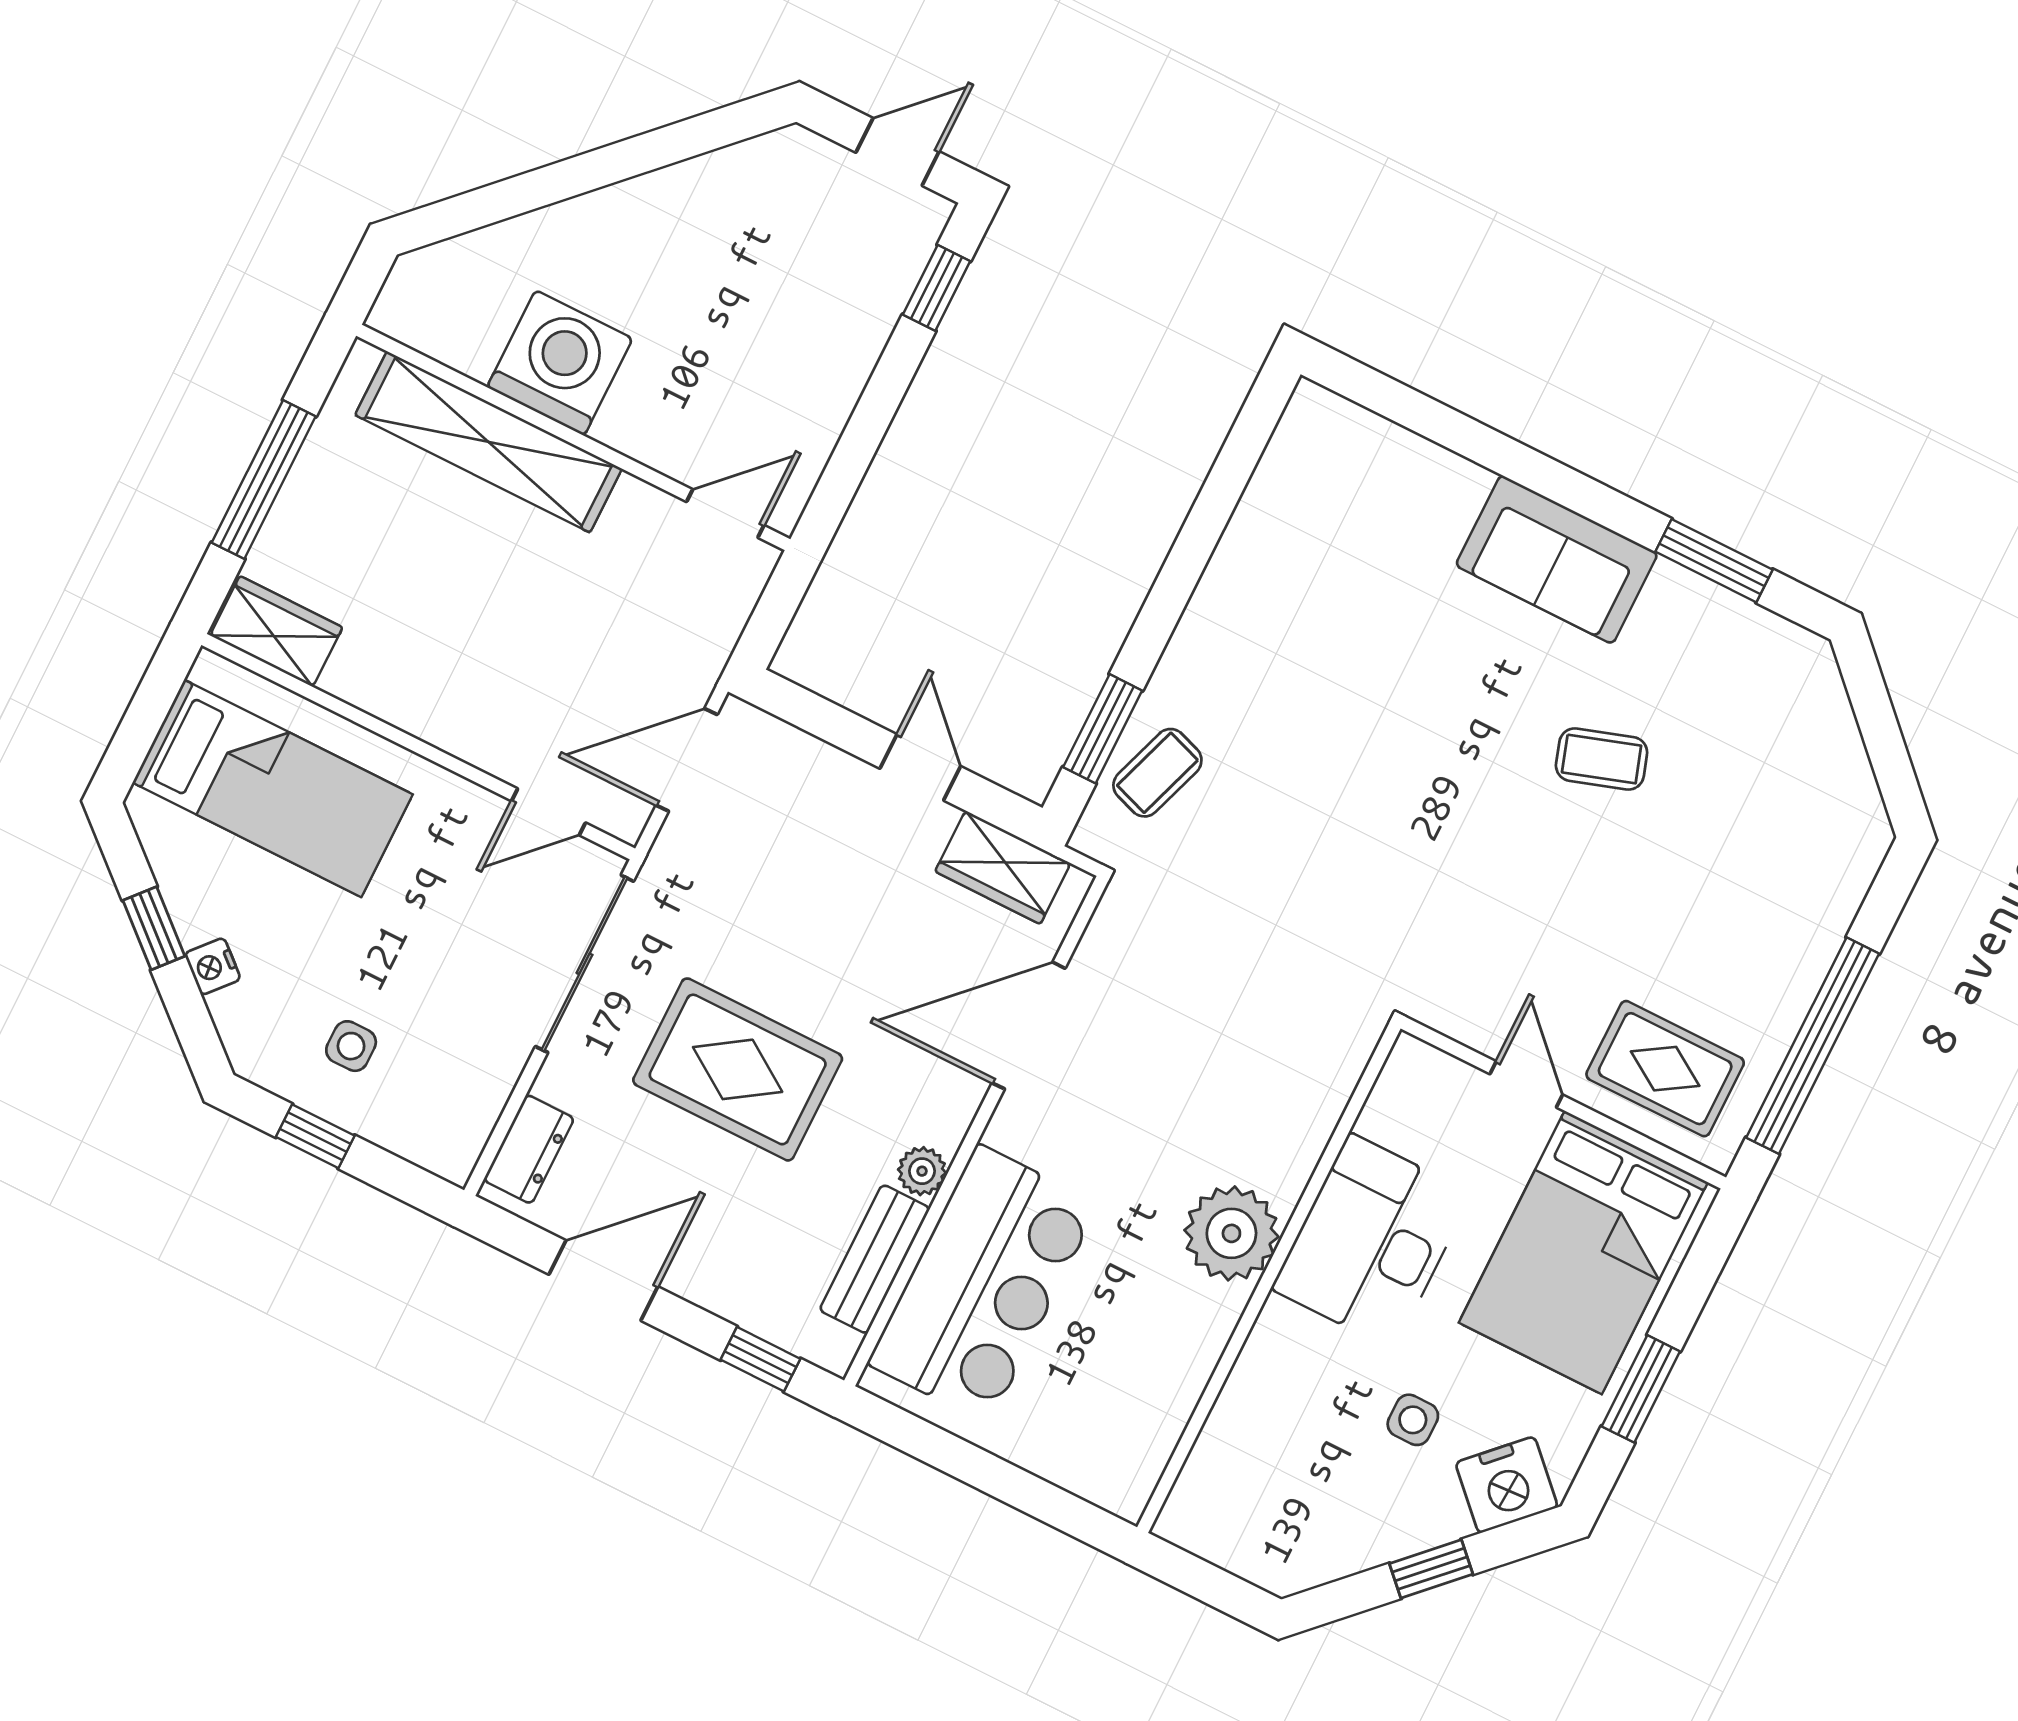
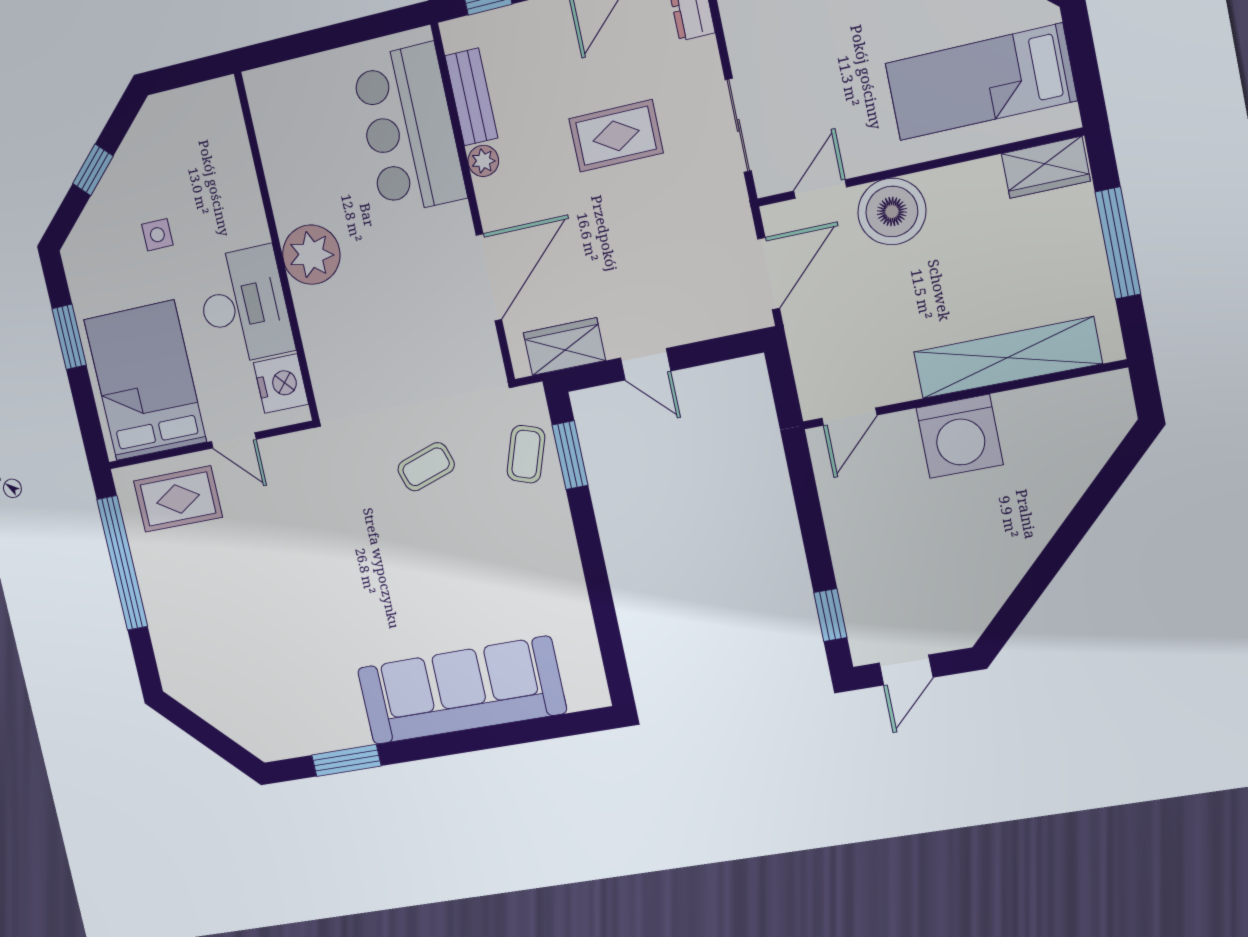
washing machine: (560, 363) -> (960, 436), moved
sofa: (1557, 559) -> (461, 691), width x1.85, depth x1.27
boiler: (487, 719) -> (892, 212), added
coffee table: (1602, 759) -> (426, 467), moved
sliding door: (584, 964) -> (738, 125), width x0.73
rug: (738, 1069) -> (616, 136), width x0.73, depth x0.70
nightstand: (1507, 1485) -> (281, 384), moved, turned 135

